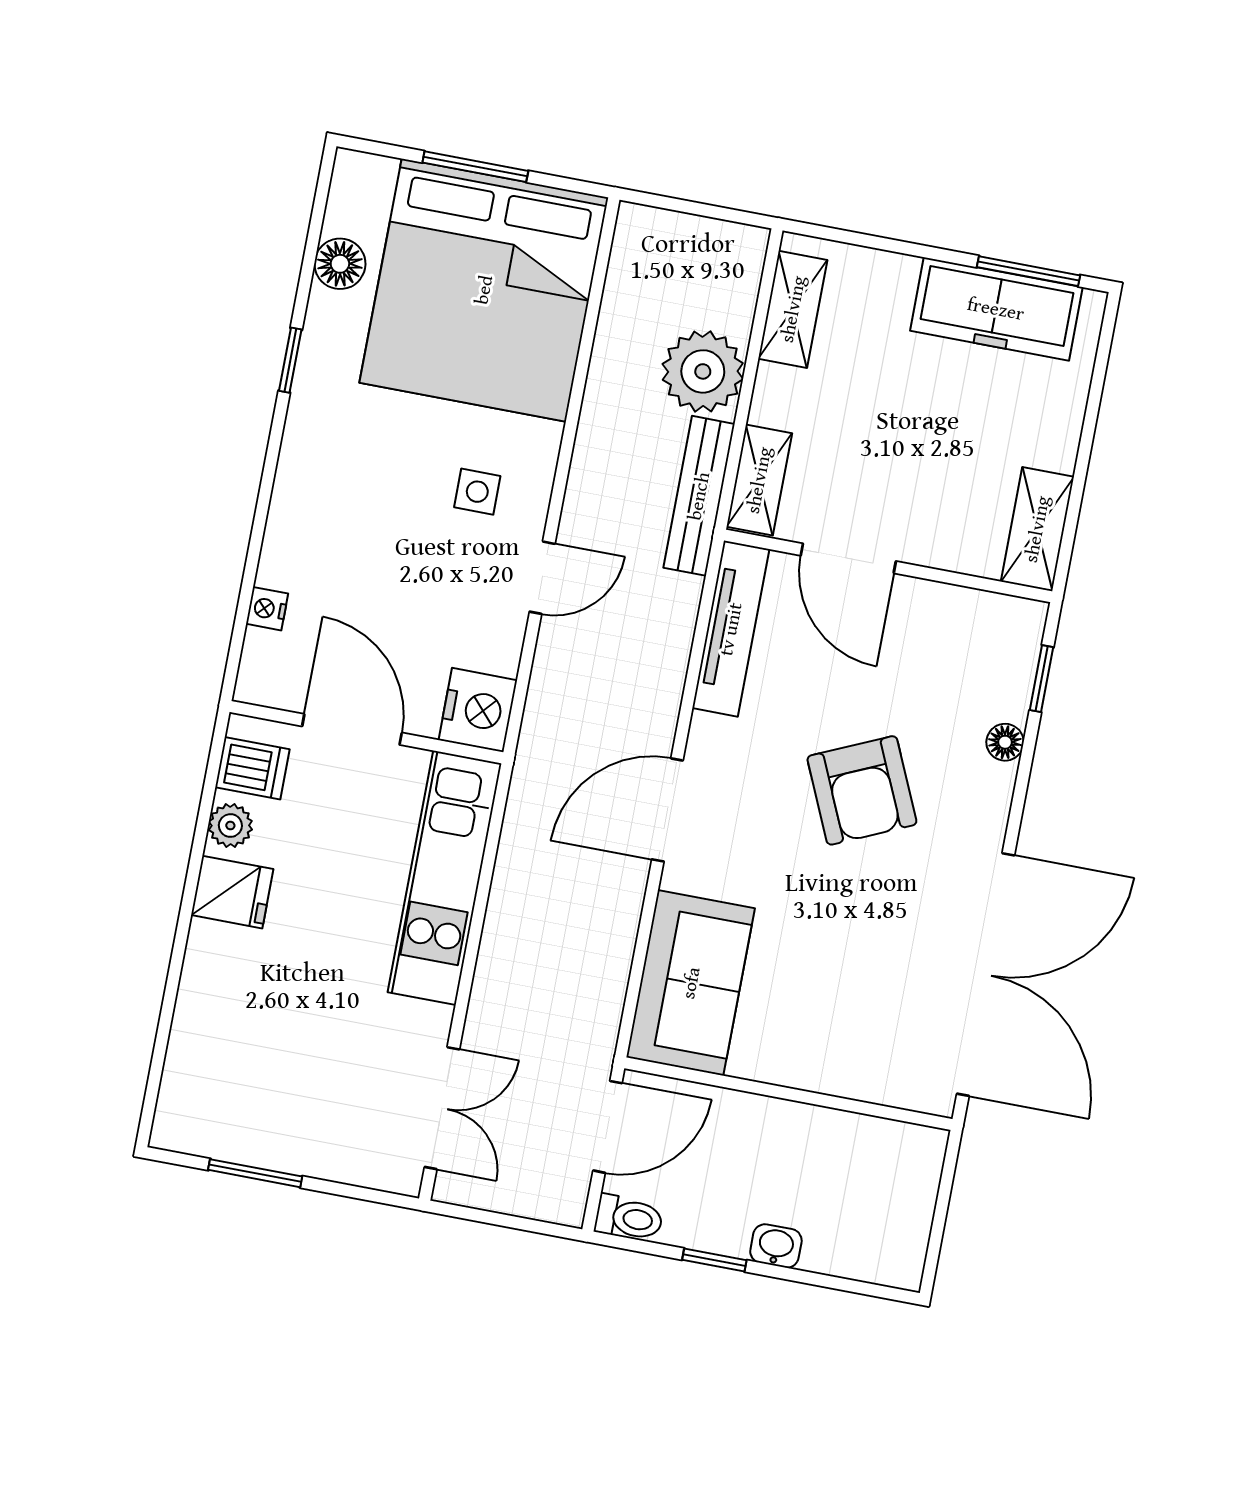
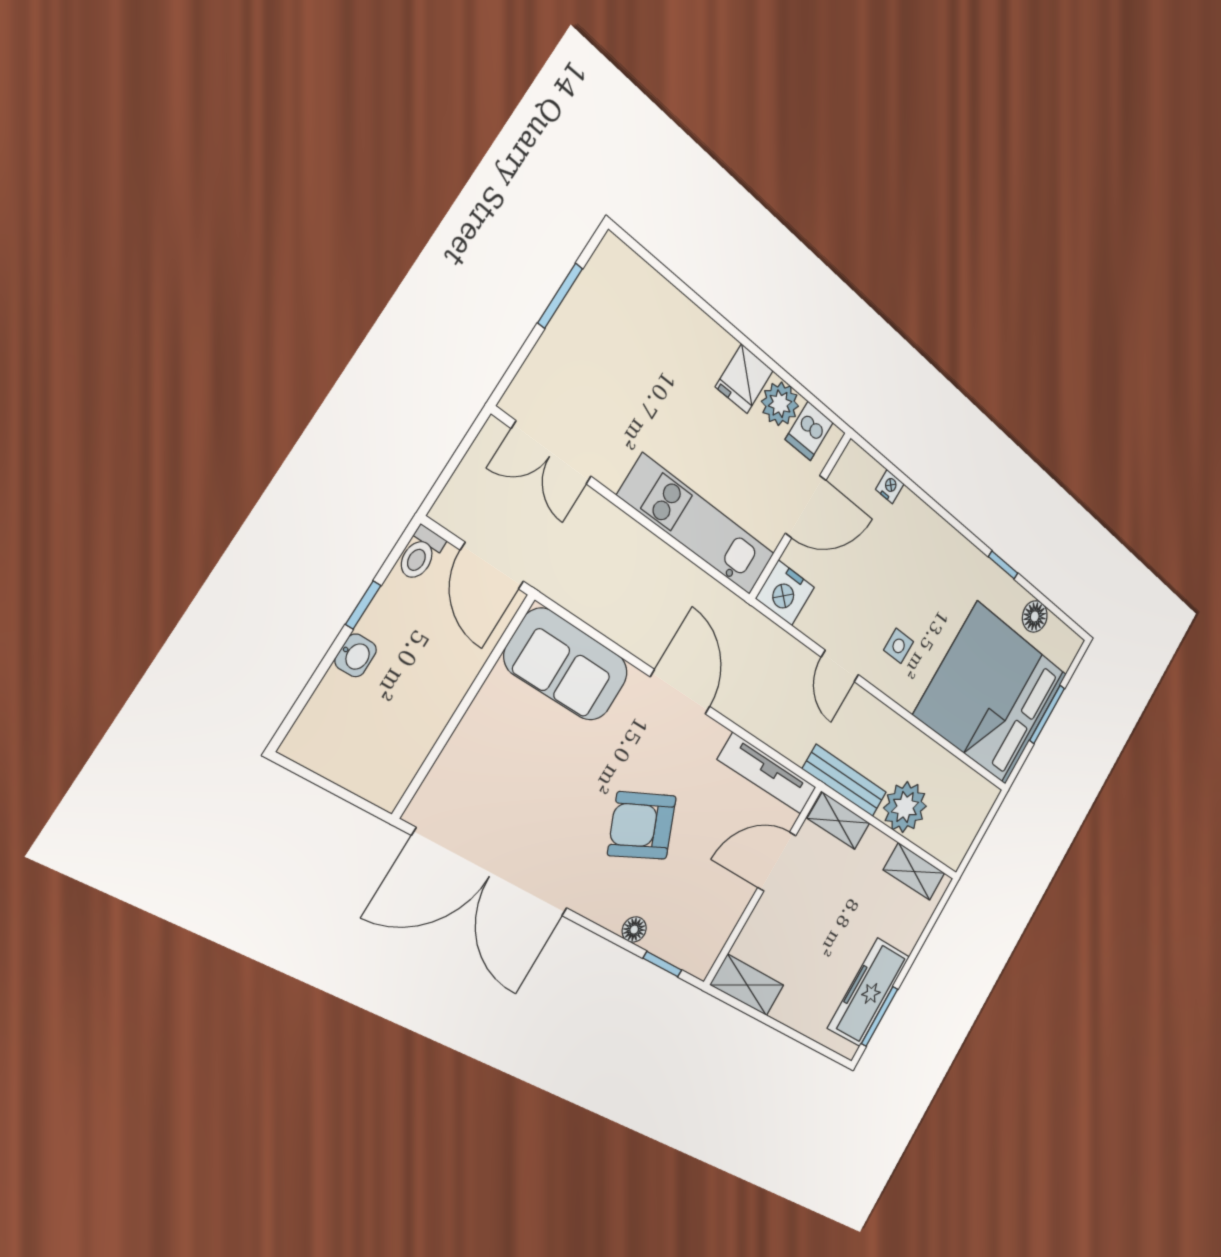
plant: (230, 826) -> (780, 404), width x1.38, depth x1.38

